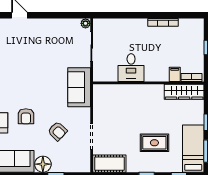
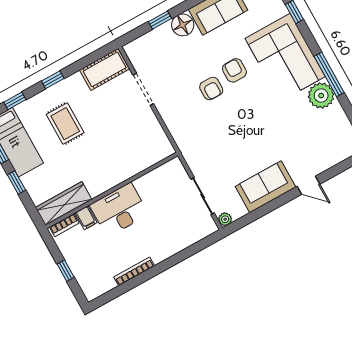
desk: (131, 68) -> (119, 210), moved, width x1.37
sofa: (79, 87) -> (266, 187), moved, turned -90
armchair: (57, 131) -> (211, 89), moved, turned -134
rug: (154, 143) -> (65, 124), turned 90

